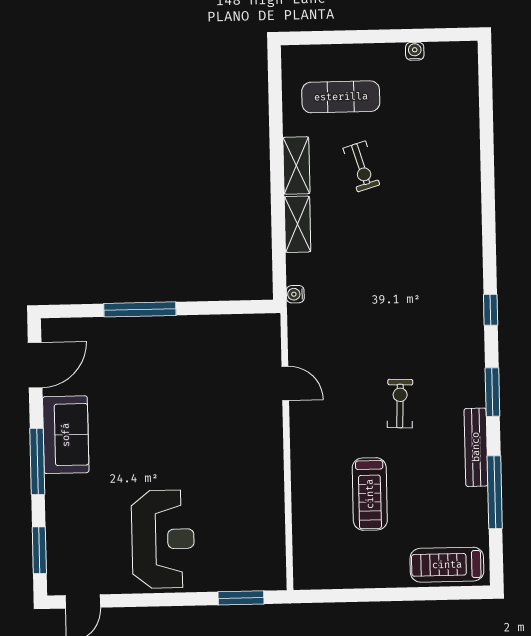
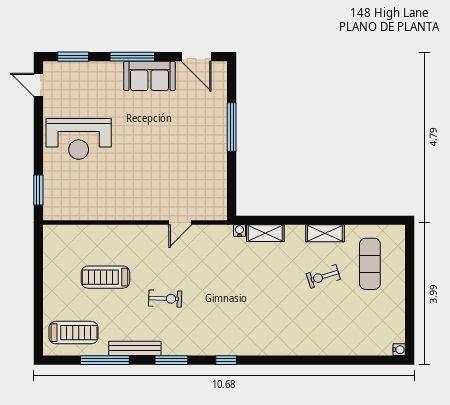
water cooler: (415, 51) -> (399, 350), moved
shelving: (298, 224) -> (265, 233), moved
treadmill: (447, 565) -> (74, 333), moved, turned 90

